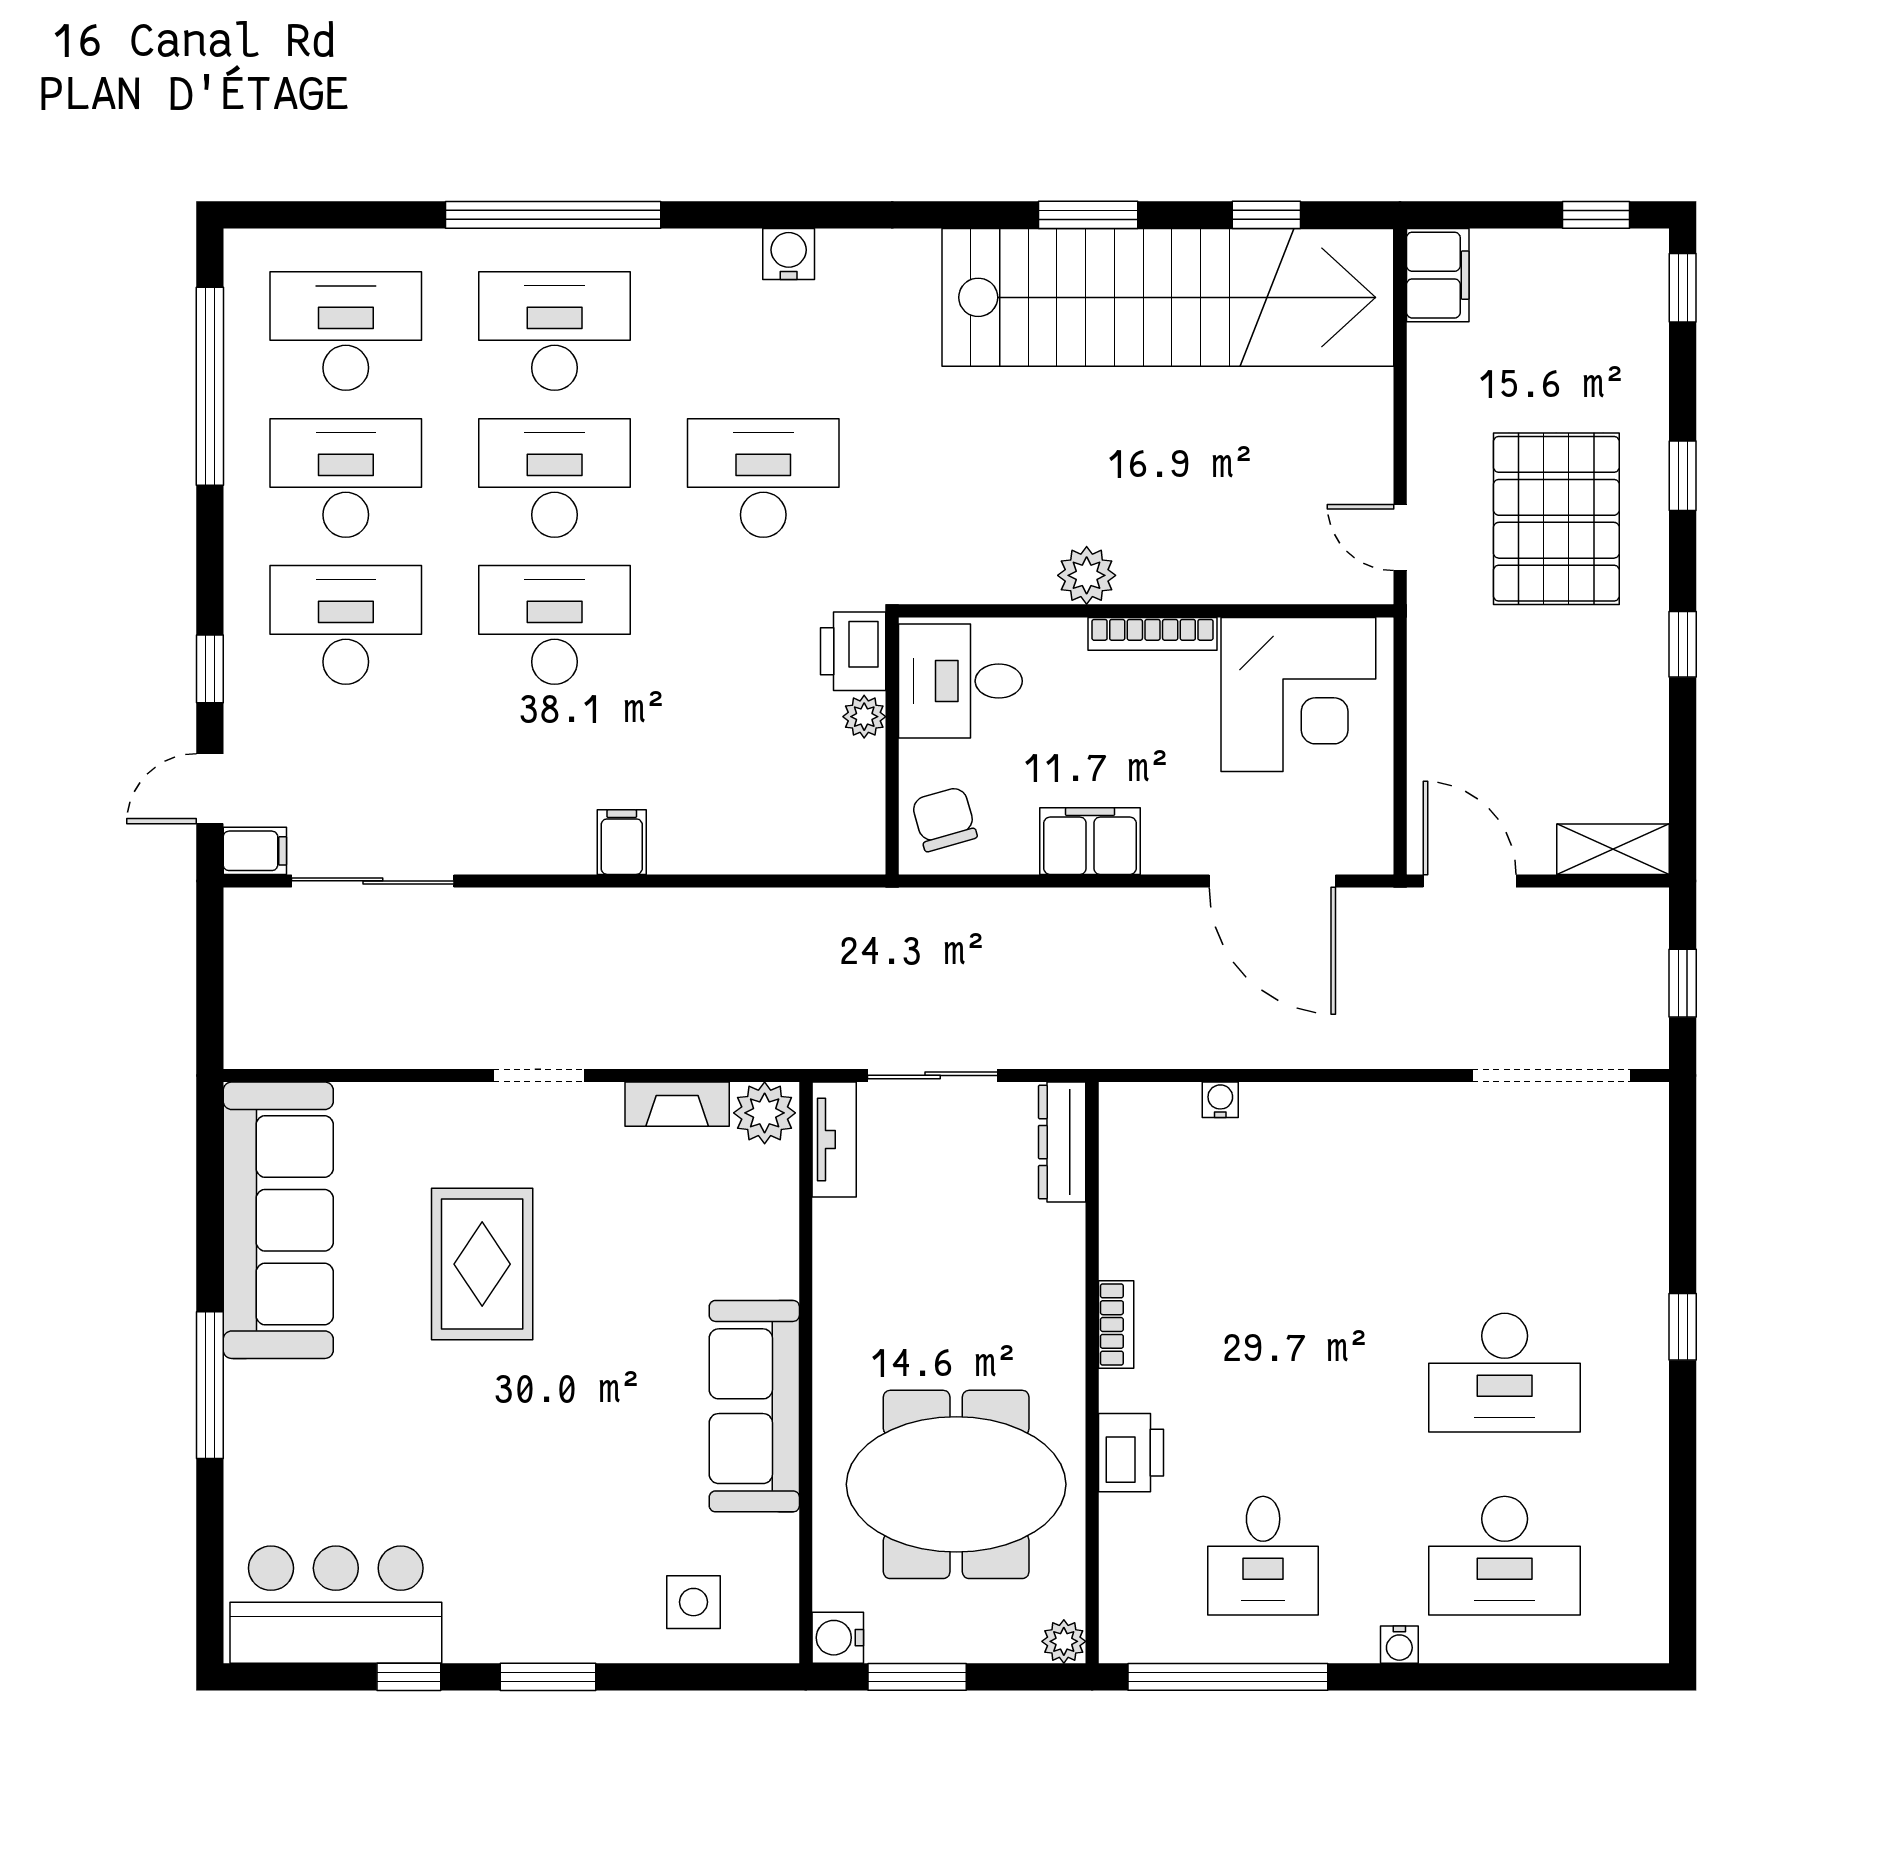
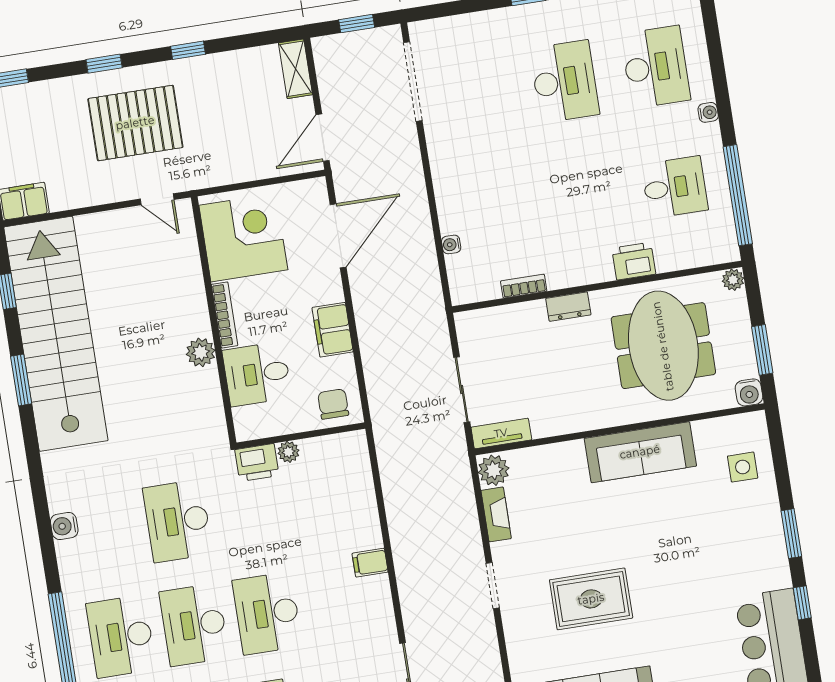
door: (1400, 538) -> (157, 199), hinge flipped
desk: (960, 681) -> (257, 374), moved, turned 90
chair: (944, 819) -> (333, 404), turned 106
dresser: (1062, 1142) -> (568, 307), moved, width x0.70
bookcase: (1116, 1325) -> (524, 286), moved

